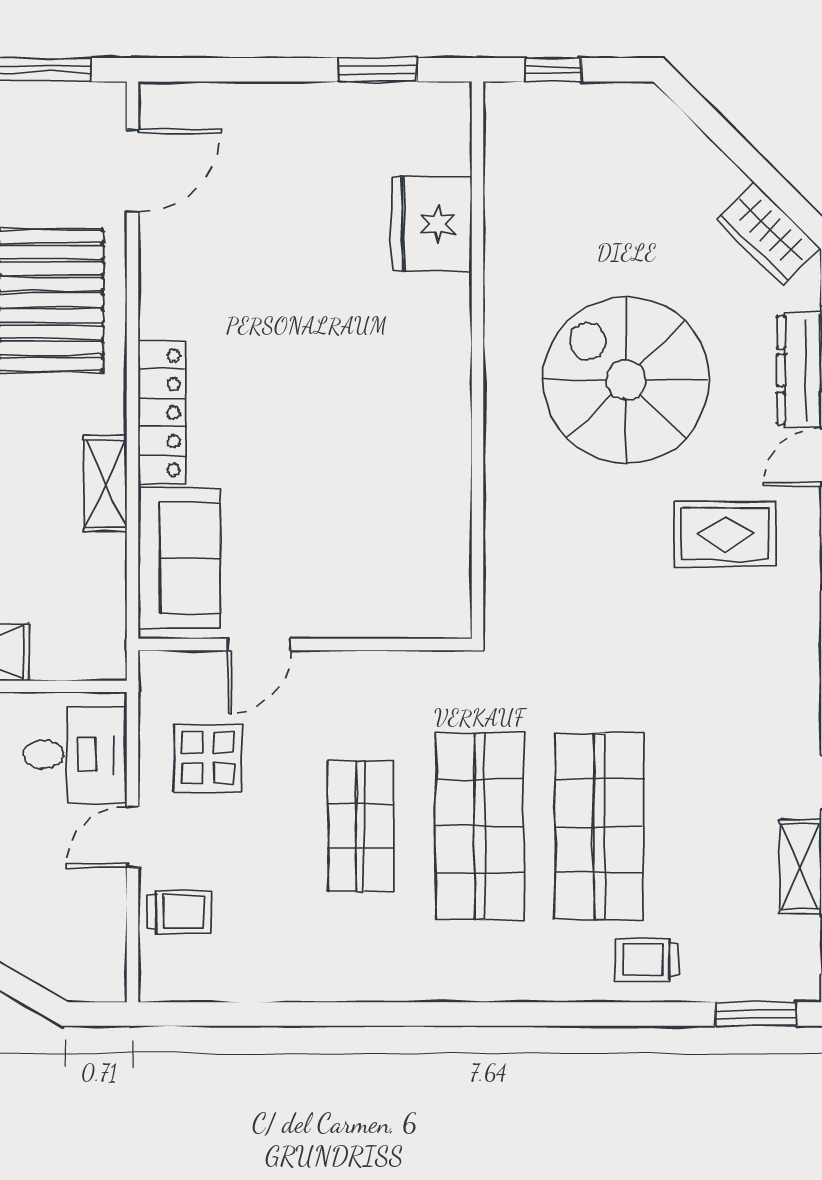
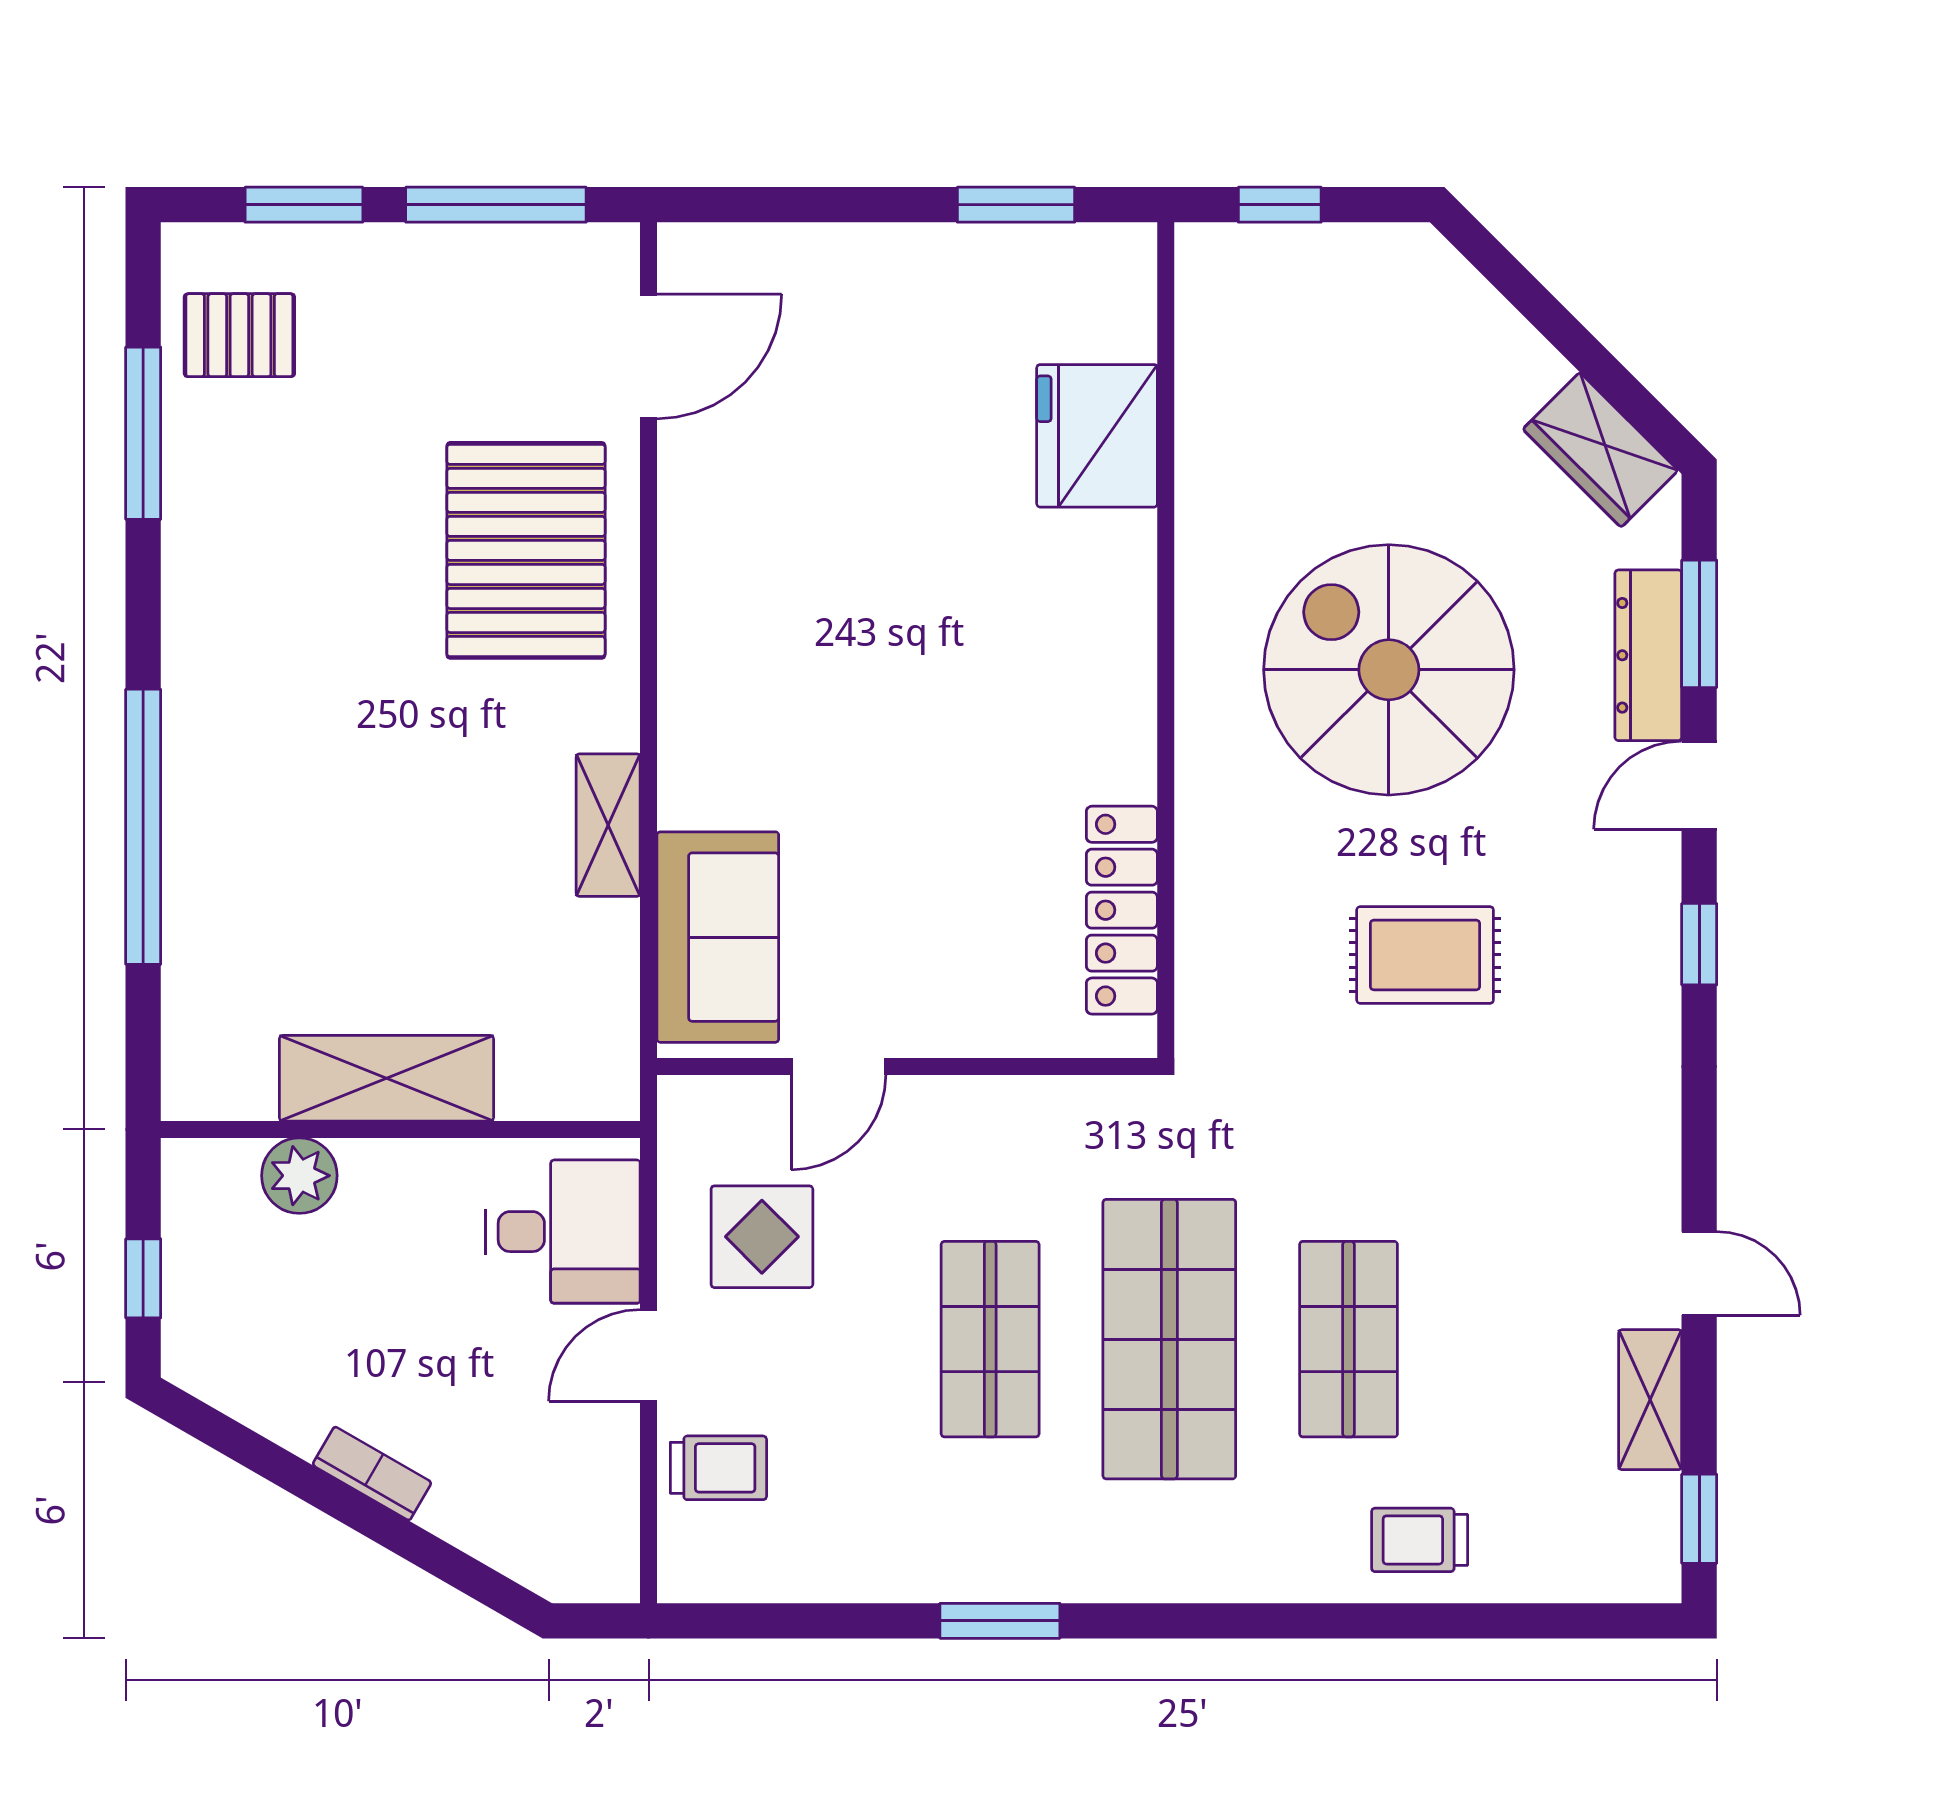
locker: (162, 413) -> (1122, 910), moved, turned 180
rug: (725, 534) -> (1425, 955), moved
shop shelf: (599, 826) -> (1349, 1339), width x0.70, depth x0.74
window: (756, 1014) -> (1000, 1621), moved

